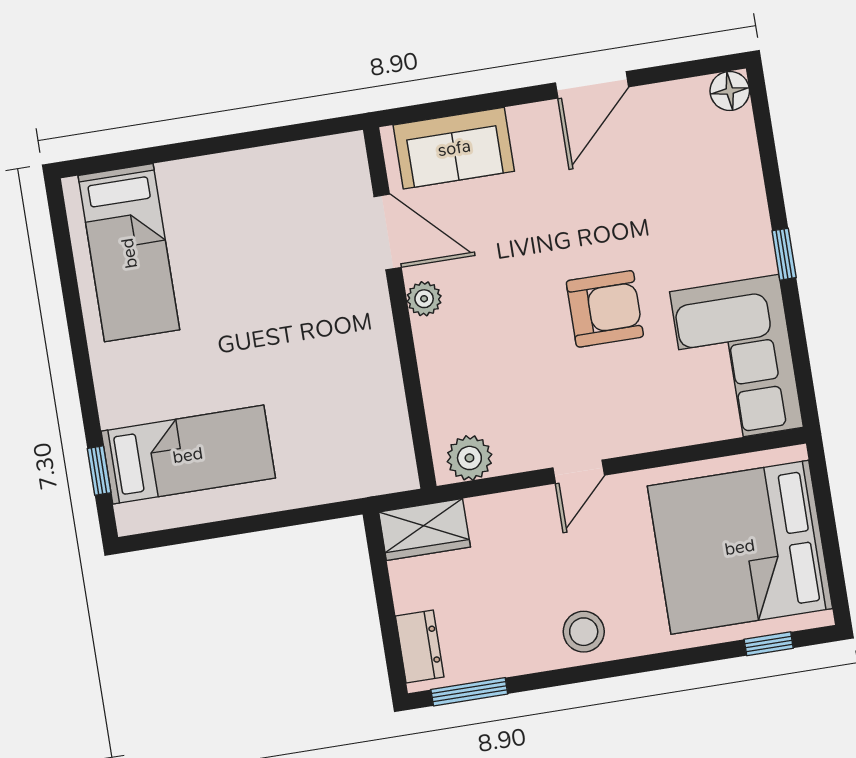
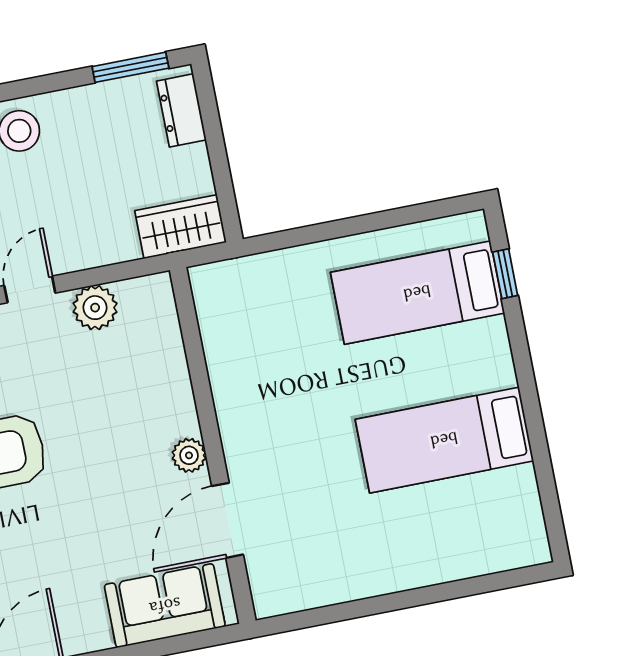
door: (388, 232) -> (227, 520), hinge flipped
bed: (129, 253) -> (444, 440), moved, turned -90
plant: (469, 458) -> (95, 308), moved

